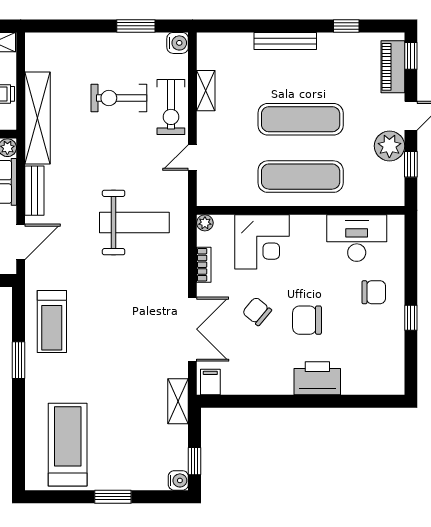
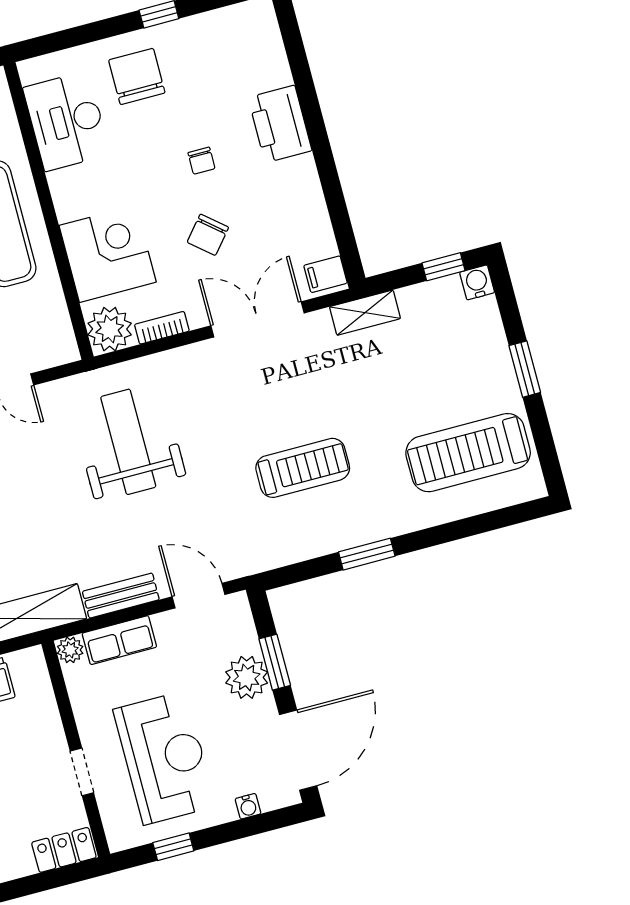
plant: (205, 223) -> (110, 329), width x1.88, depth x1.88
chair: (374, 292) -> (137, 76), width x1.37, depth x1.37
chair: (307, 320) -> (201, 161), width x0.54, depth x0.54
treadmill: (52, 321) -> (303, 468), moved

